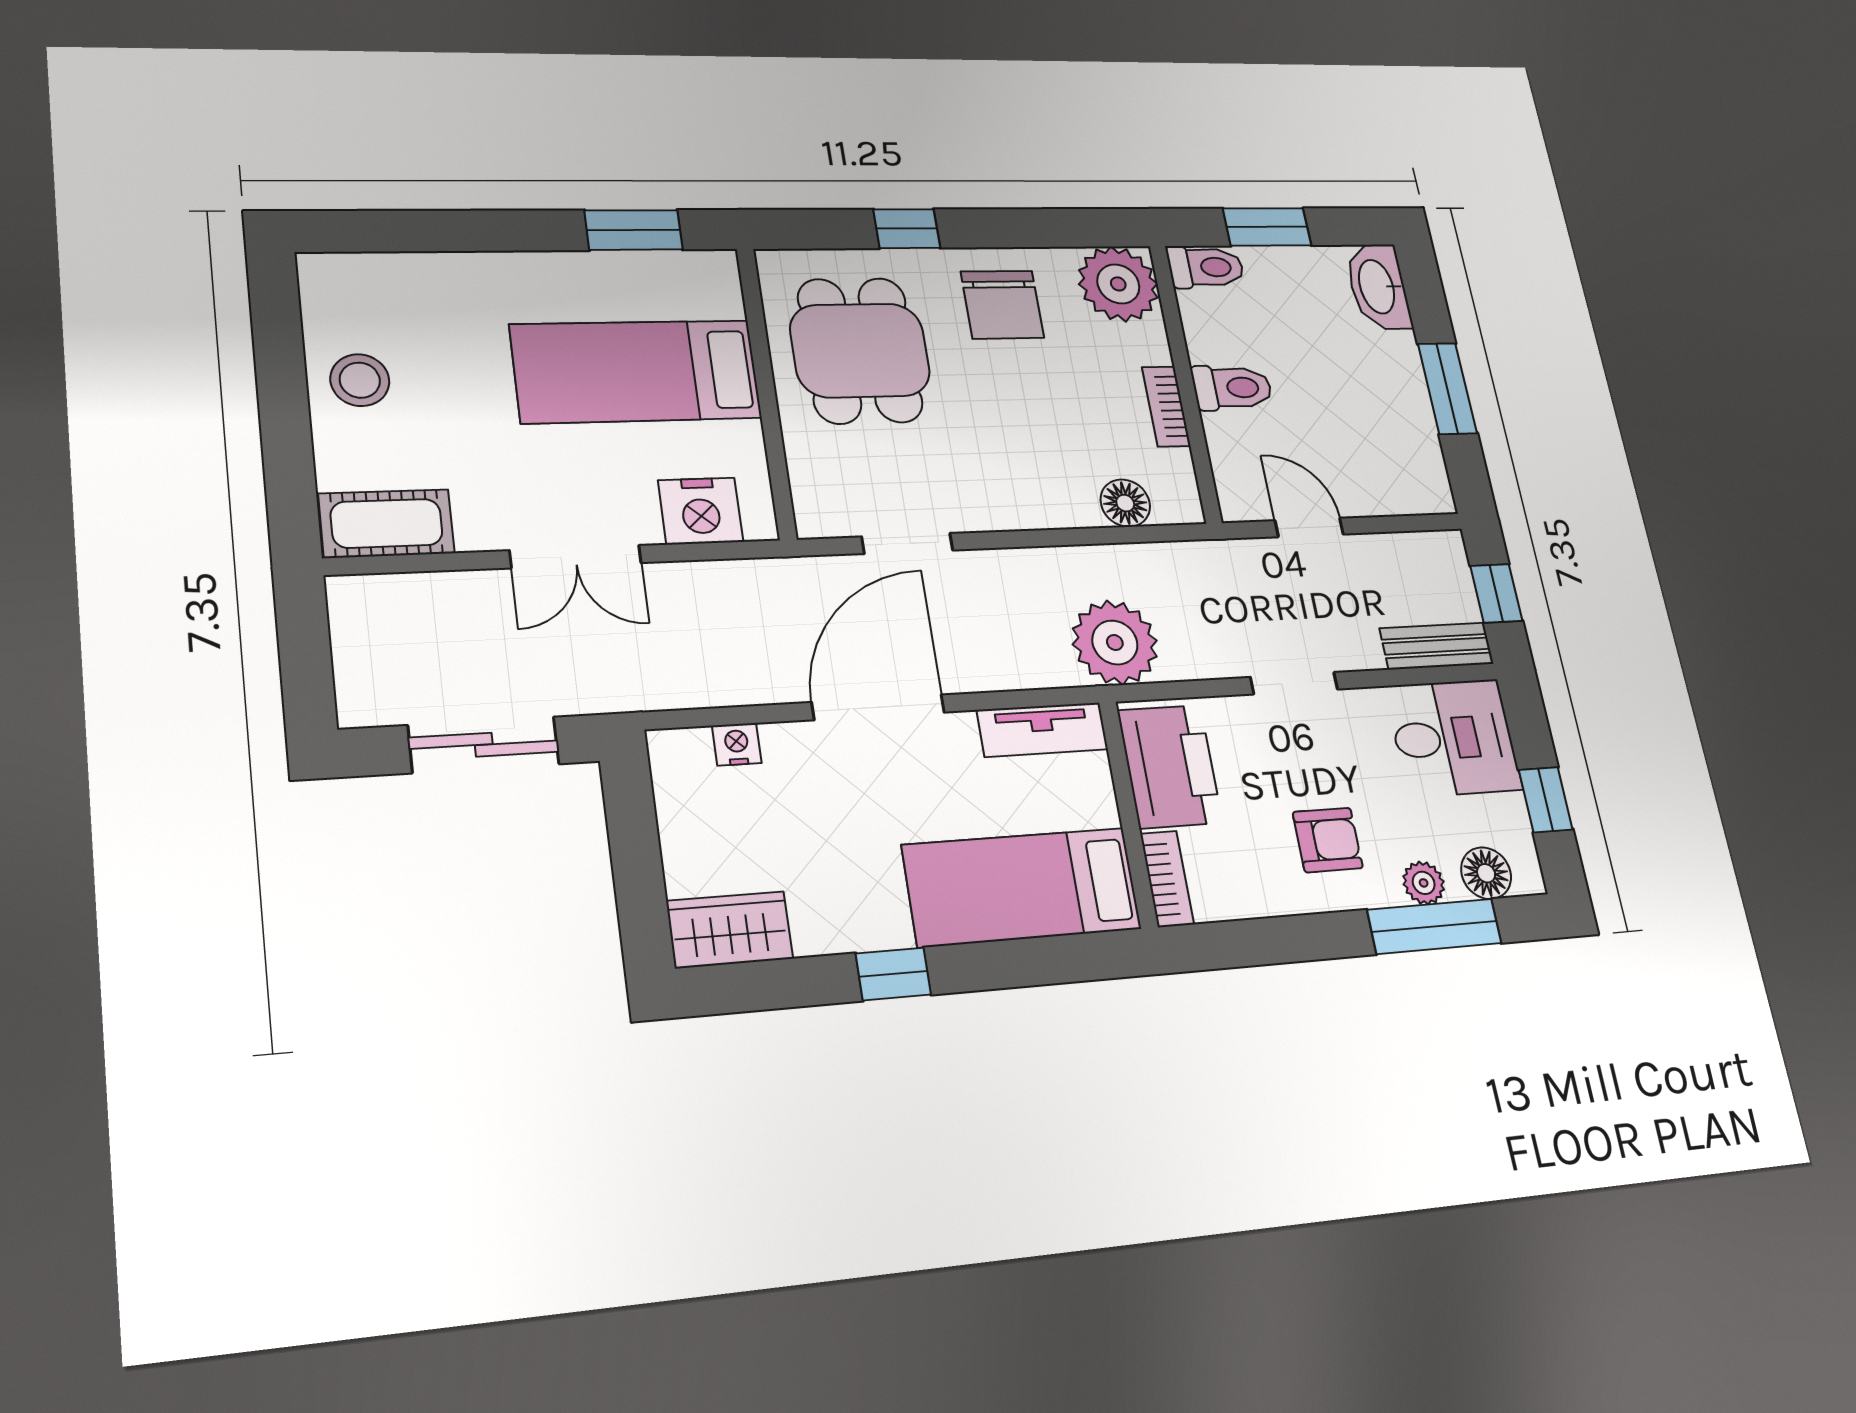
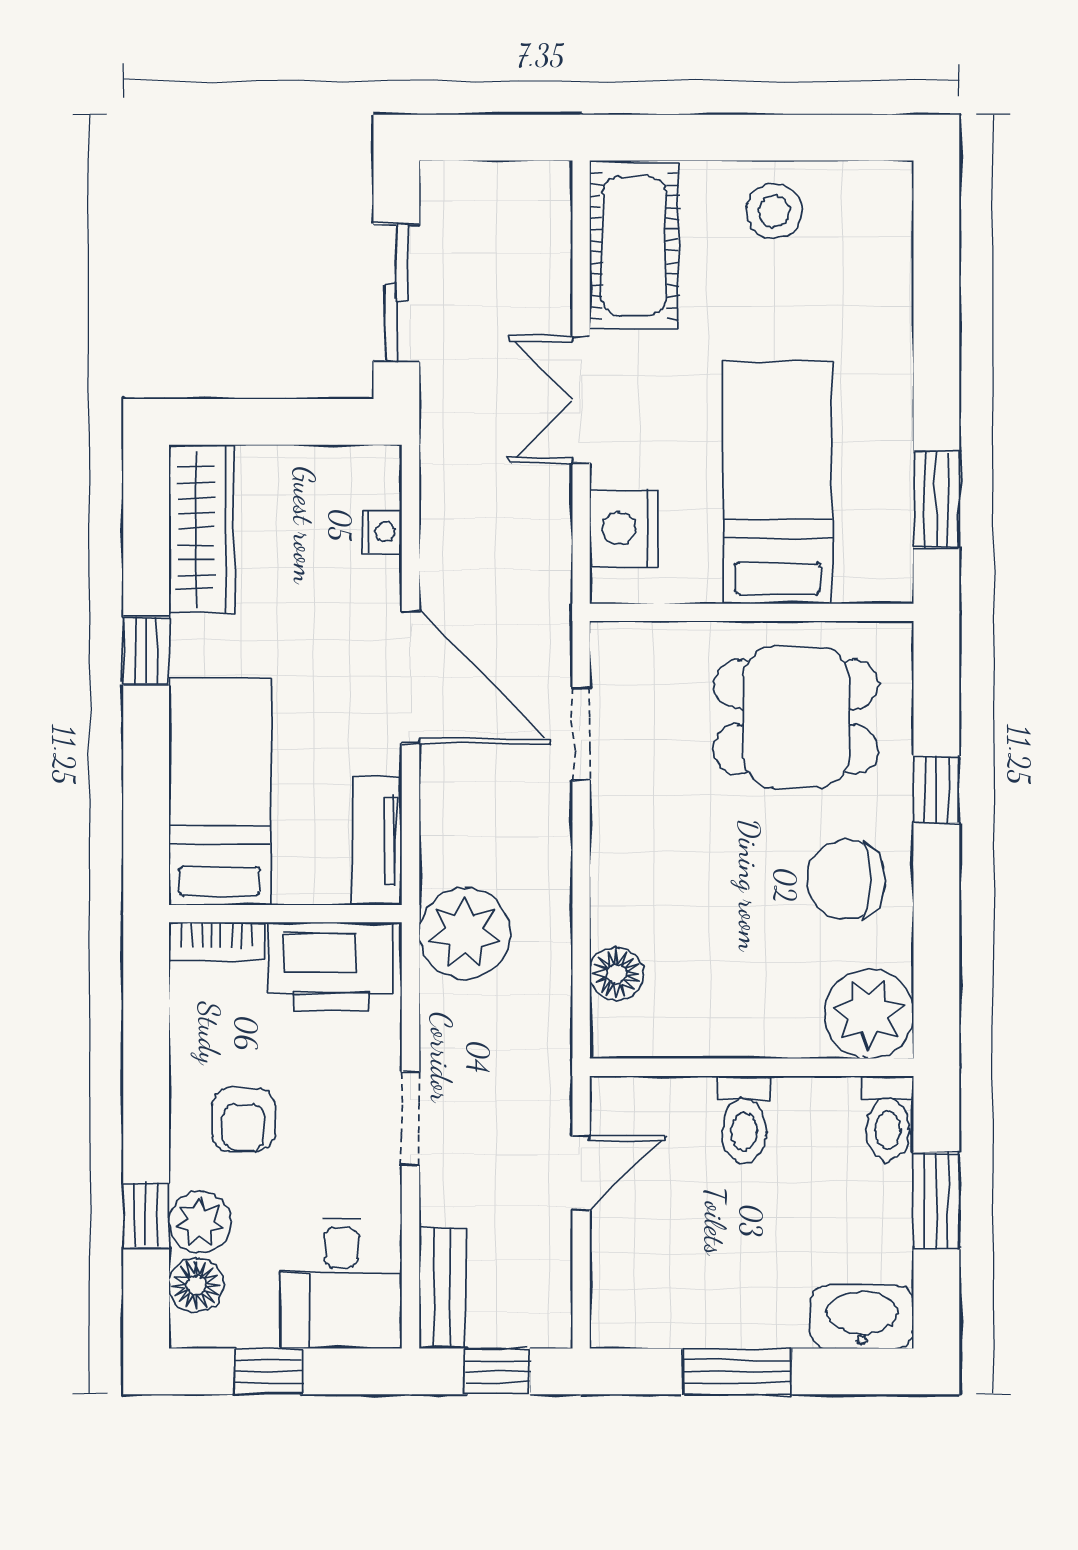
bookcase: (1166, 406) -> (724, 1040), removed
cot: (387, 523) -> (634, 246), width x1.37, depth x1.34
plant: (1424, 883) -> (200, 1222), width x1.38, depth x1.38
window: (1434, 926) -> (146, 1215), width x0.46
wardrobe: (730, 930) -> (201, 529), width x1.50

